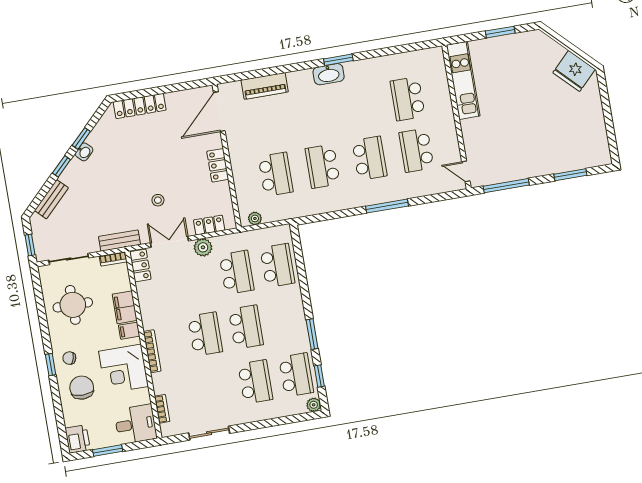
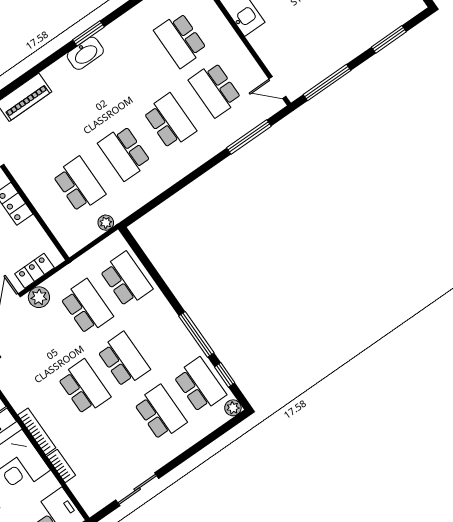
window: (387, 206) -> (249, 137), moved
plant: (255, 218) -> (106, 223), moved
window: (312, 334) -> (196, 334), width x1.44
bookcase: (162, 409) -> (61, 466), moved

